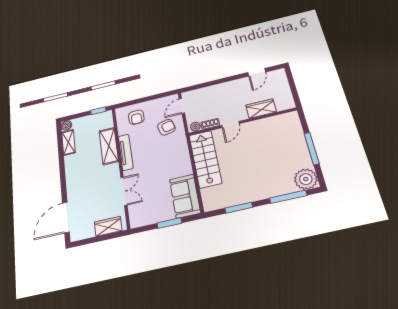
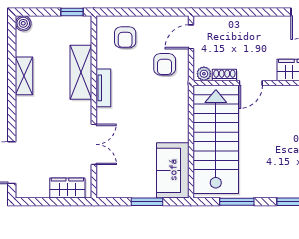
armchair: (166, 127) -> (165, 64), turned 105
shelving: (68, 142) -> (24, 76), moved
tv unit: (126, 152) -> (103, 88), width x0.71
stairs: (205, 159) -> (216, 139), width x1.36, depth x1.51

